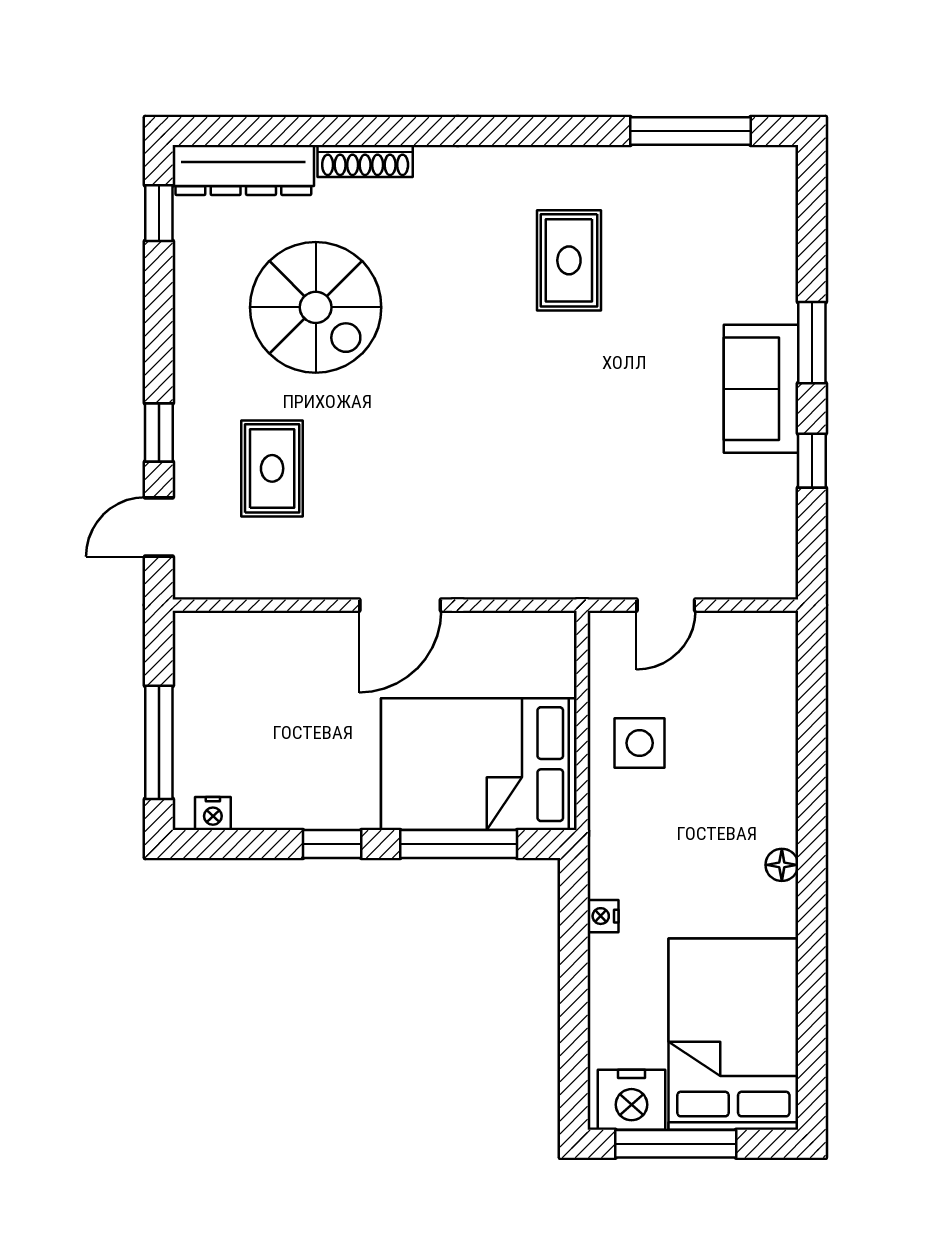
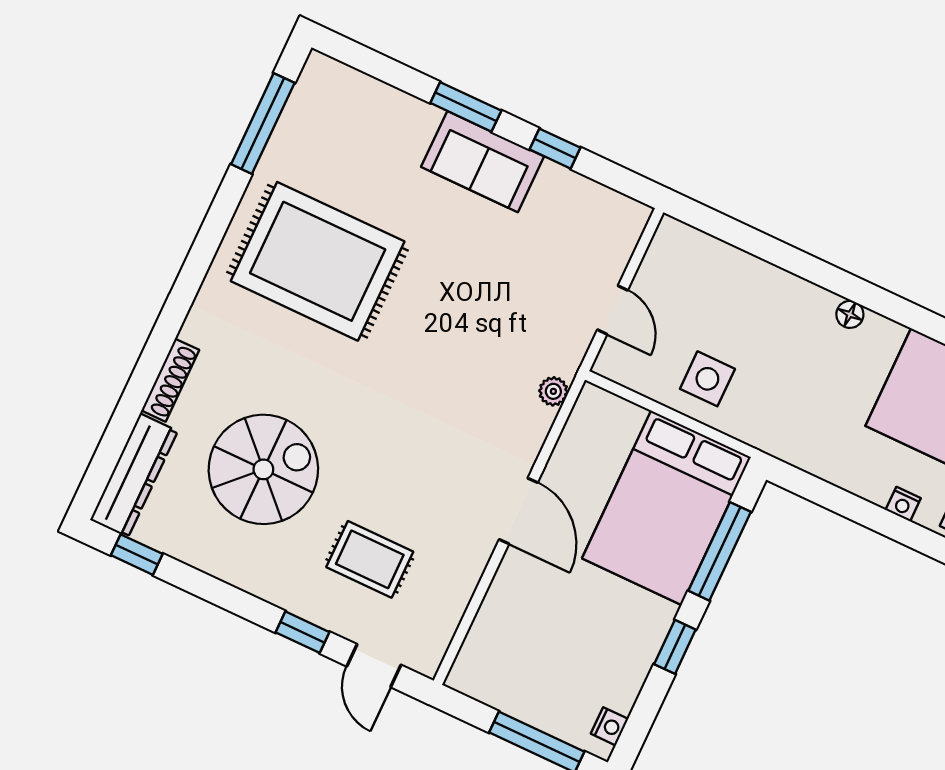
rug: (569, 260) -> (318, 261), width x1.86, depth x2.06
plant: (548, 582) -> (553, 391), added
nightstand: (603, 916) -> (903, 504), moved

